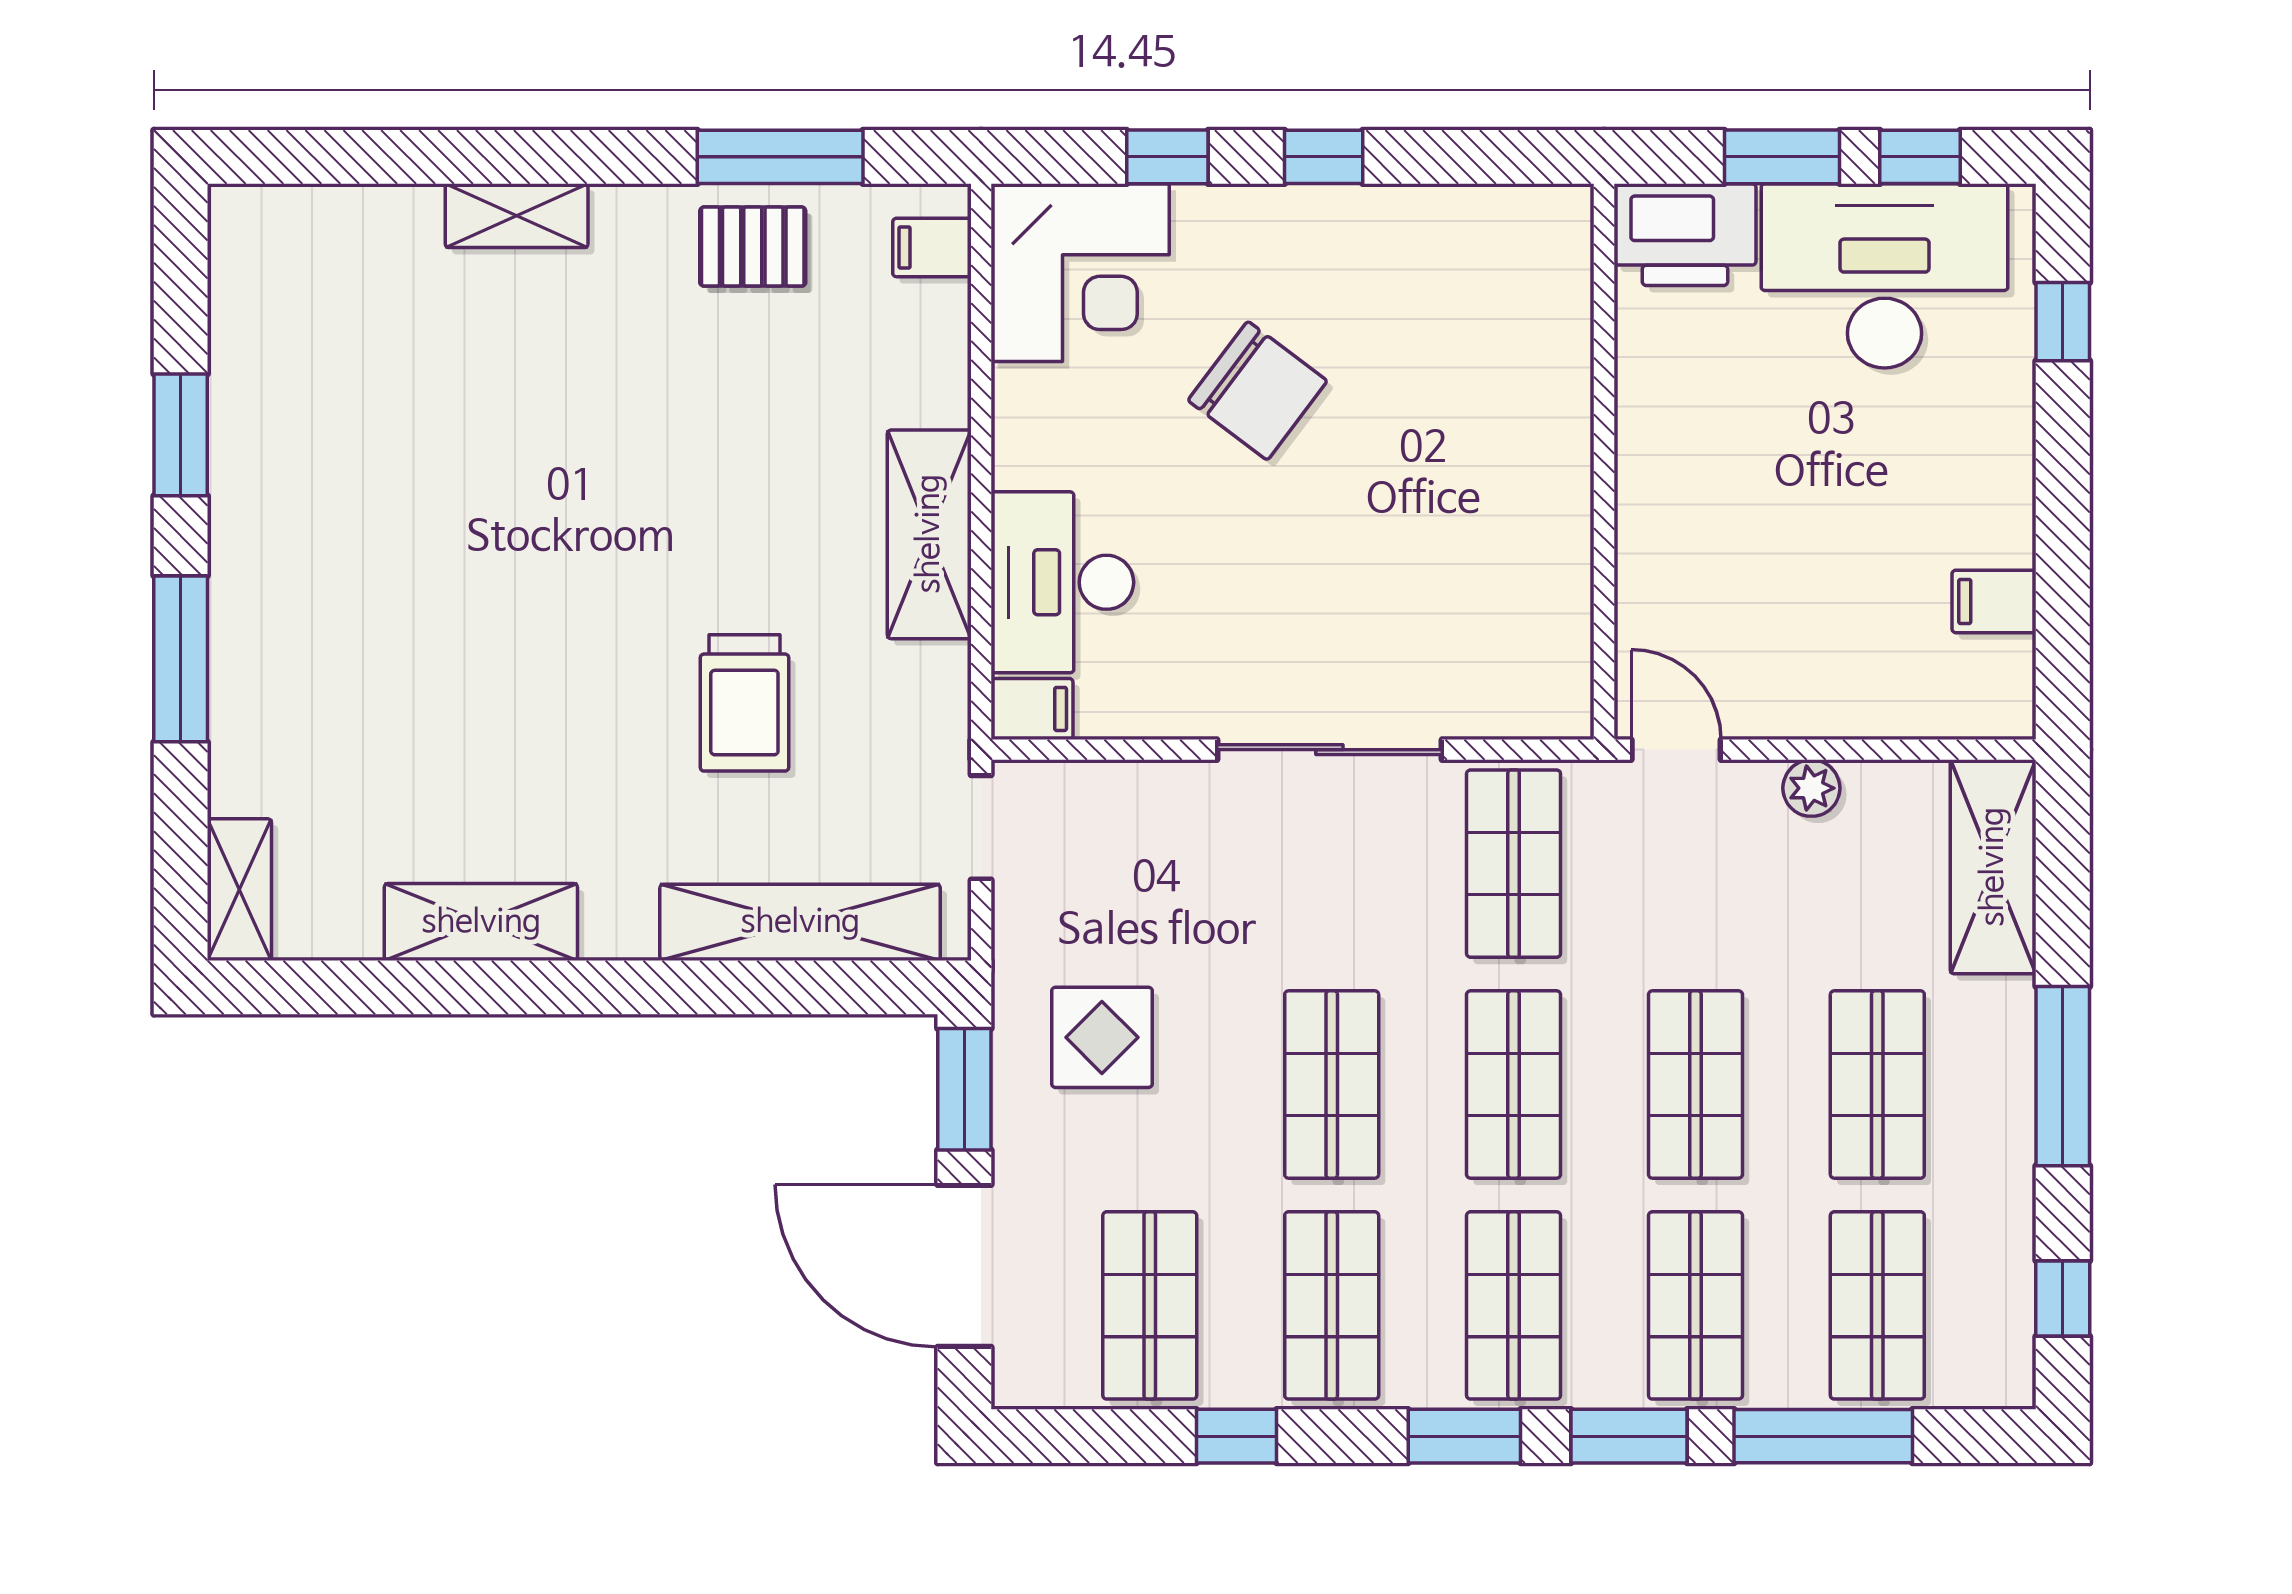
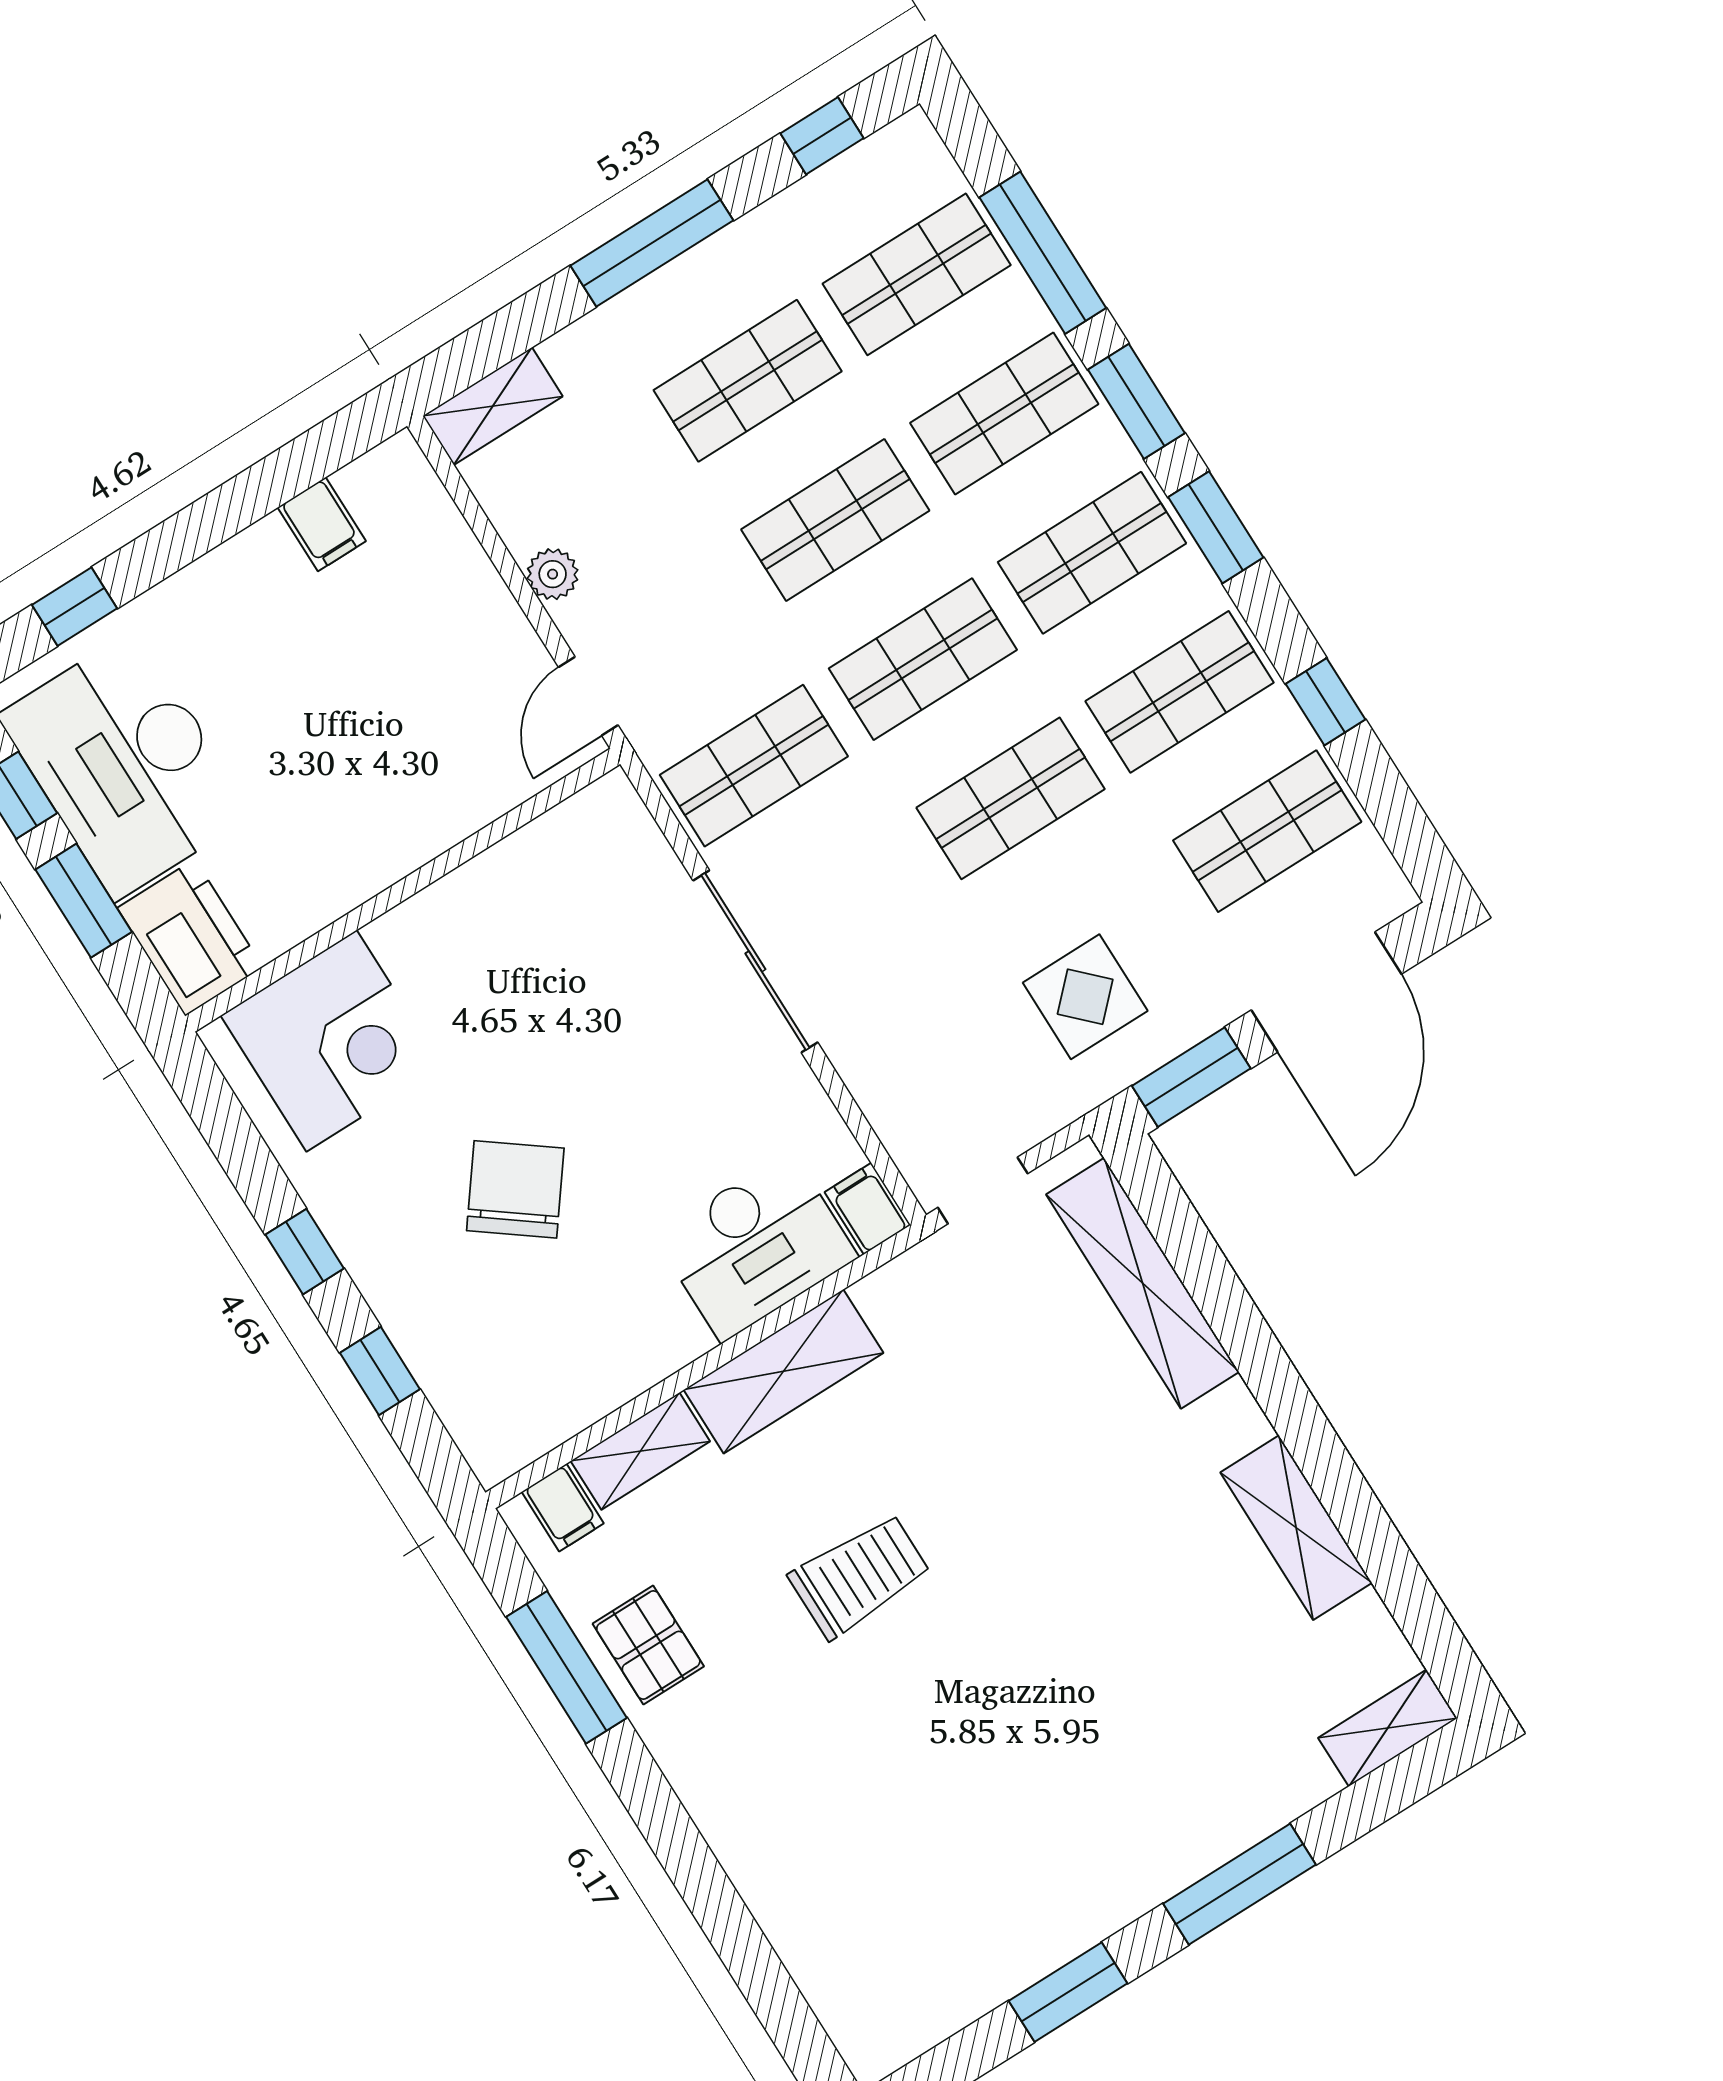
shelving: (517, 216) -> (640, 1451), moved, turned 90
corner desk: (1080, 273) -> (332, 1041), moved, turned 90
trolley: (744, 703) -> (860, 1576), moved
shelving: (1993, 867) -> (493, 406), width x0.67, depth x0.75

